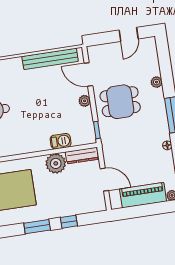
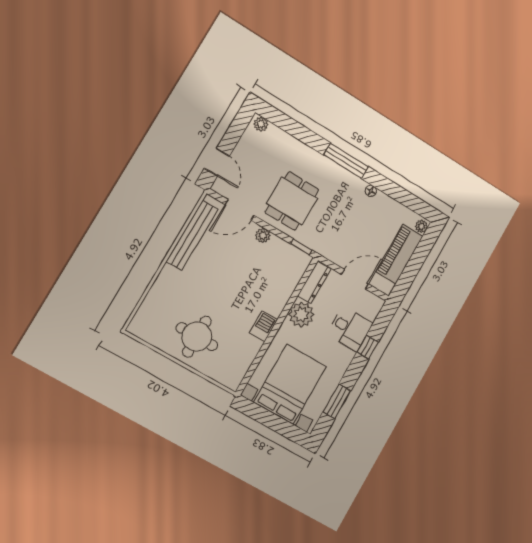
door: (129, 34) -> (217, 162), moved
plant: (157, 82) -> (261, 124), moved
barbecue: (61, 141) -> (263, 326), moved
desk: (71, 201) -> (350, 329), added
window: (37, 227) -> (337, 401), moved

